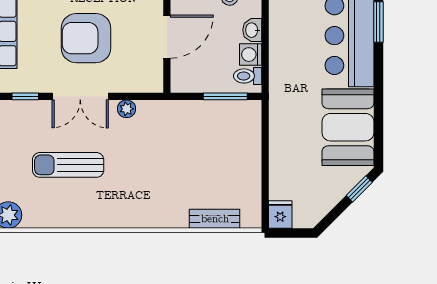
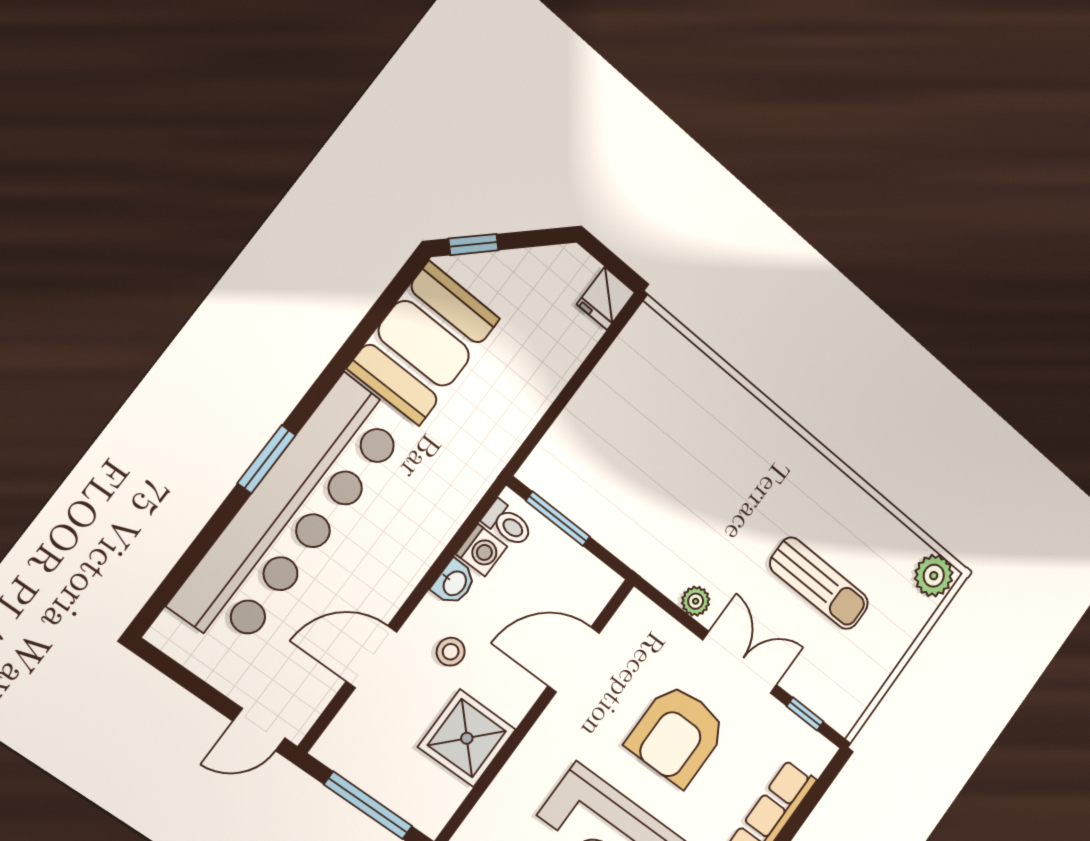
armchair: (86, 38) -> (677, 735), turned 90
bench: (215, 219) -> (694, 364), removed

